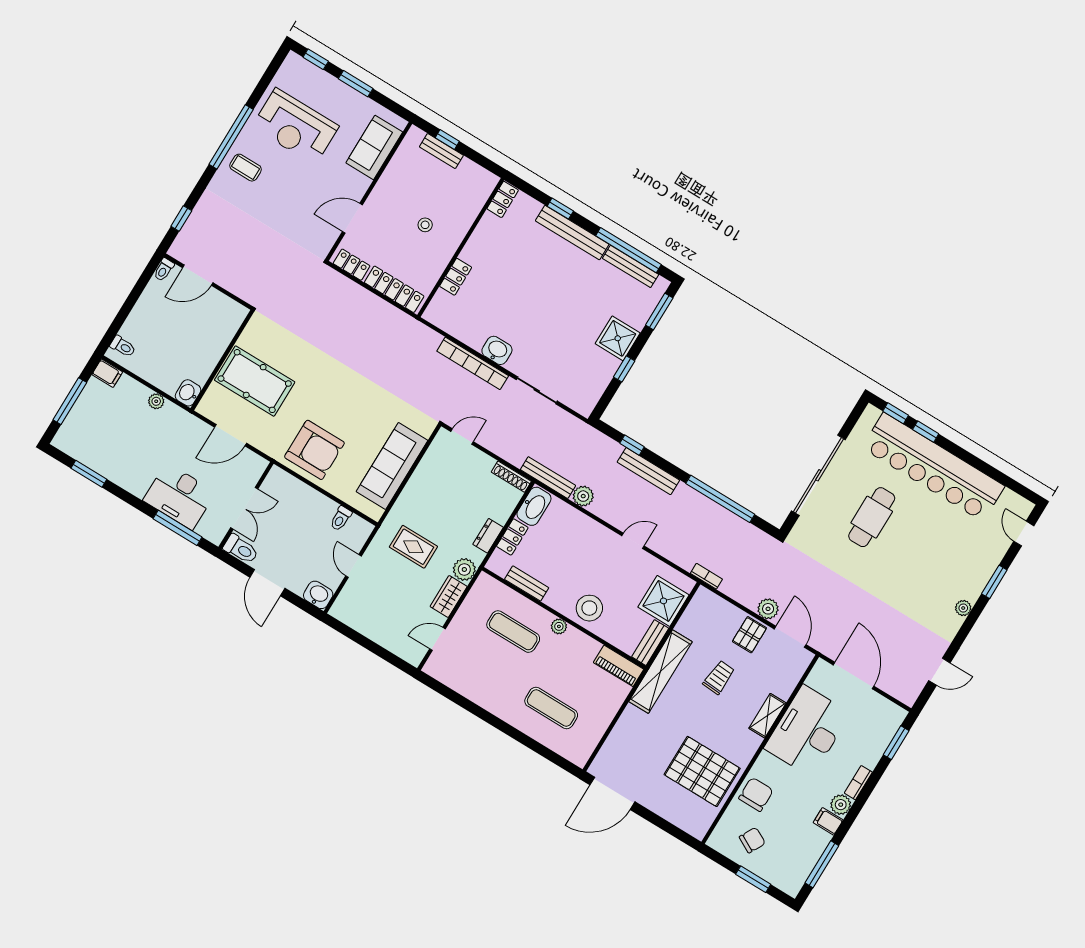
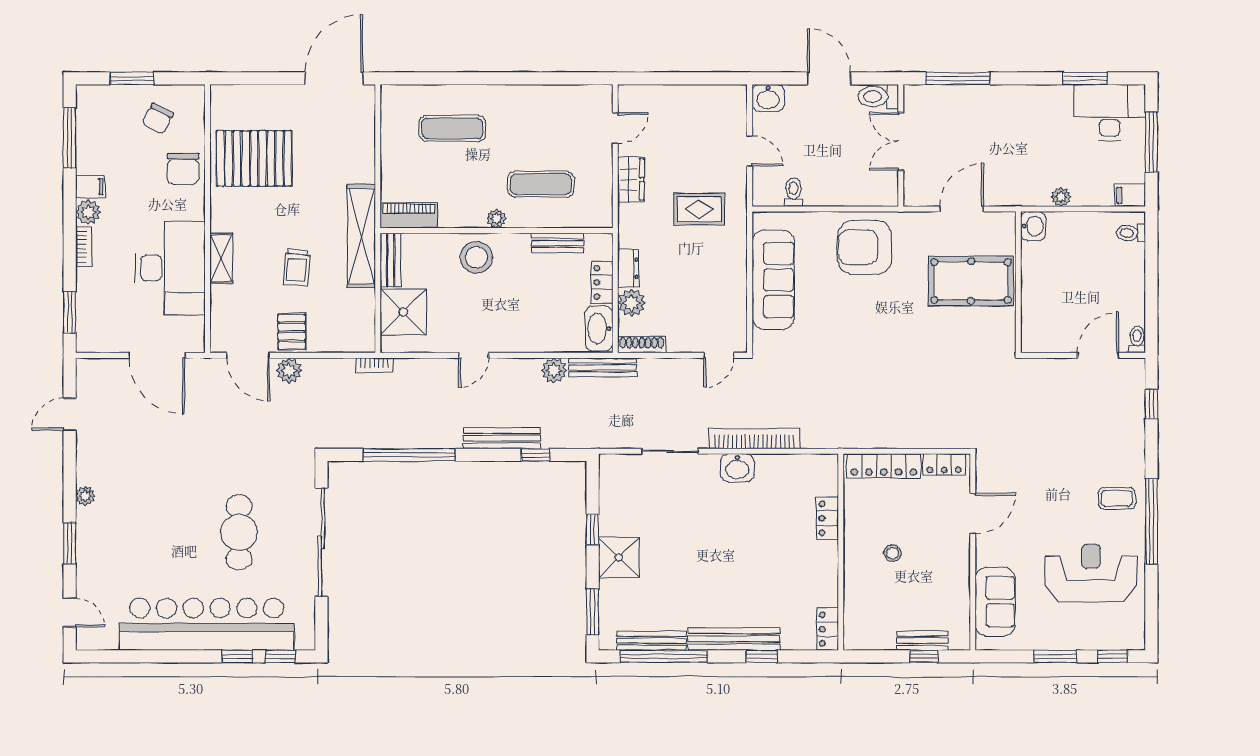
desk: (179, 496) -> (1110, 112), moved
plant: (464, 569) -> (632, 303), moved

